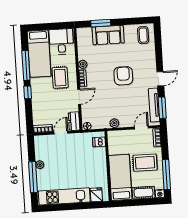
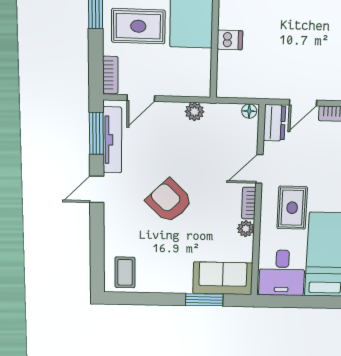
sofa: (108, 35) -> (223, 278), moved
armchair: (123, 76) -> (169, 201), turned 135
dishwasher: (99, 142) -> (230, 40), moved

